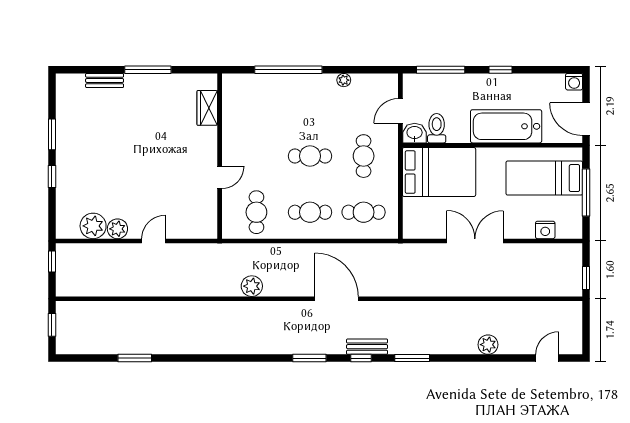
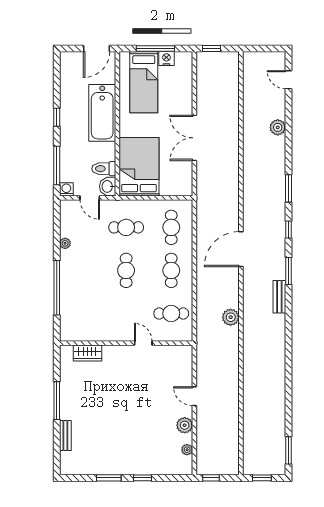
washing machine: (574, 82) -> (66, 189), moved, turned -90
plant: (93, 226) -> (187, 450), width x0.53, depth x0.53
nightstand: (545, 230) -> (166, 59), moved, turned -90
window: (586, 278) -> (211, 49), moved
bench: (367, 347) -> (279, 297), moved
window: (135, 358) -> (288, 450), moved

